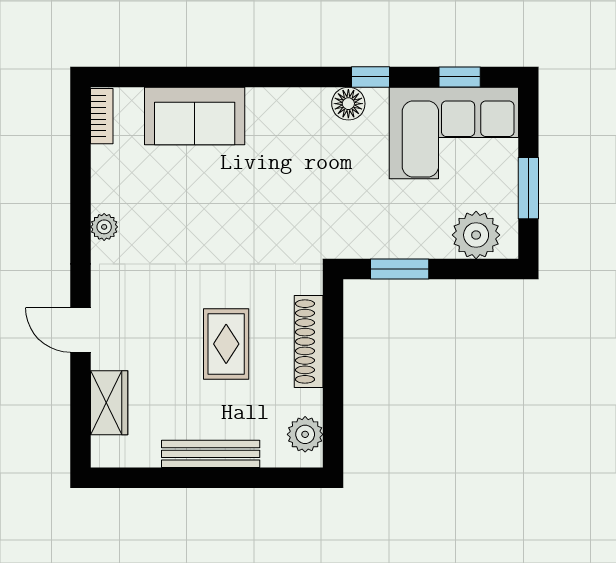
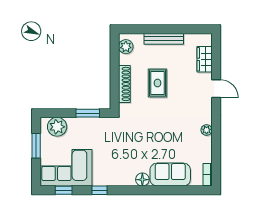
floor lamp: (348, 104) -> (142, 180), moved

